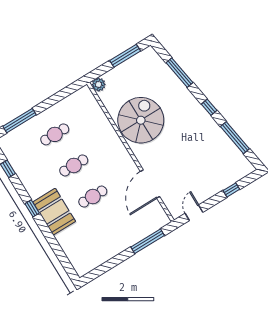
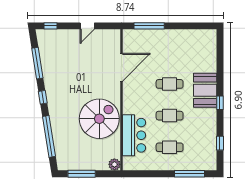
window: (180, 73) -> (49, 136), width x1.46
spiral stairs: (141, 120) -> (99, 119), turned 180
bar counter: (97, 125) -> (134, 135), added
window: (231, 190) -> (51, 26), moved
door: (194, 213) -> (87, 26), moved

